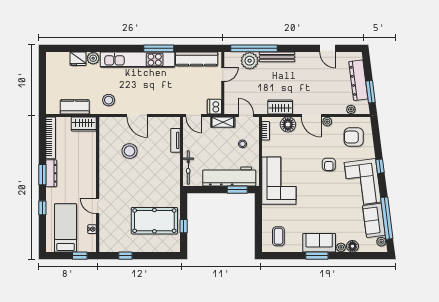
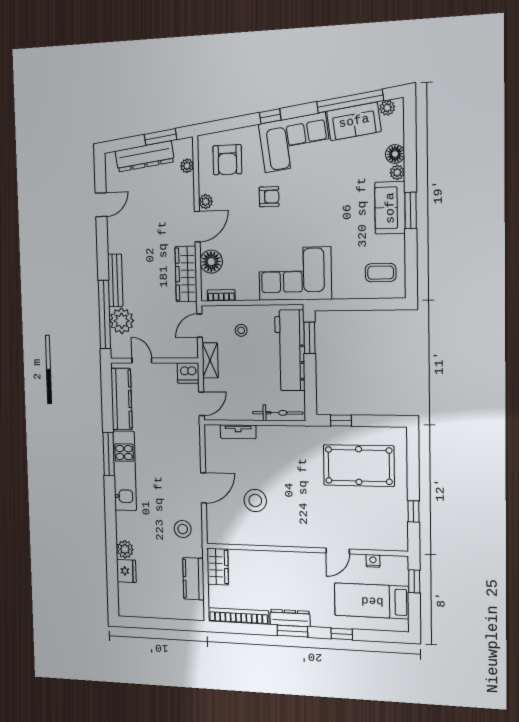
kitchen unit: (138, 60) -> (125, 471), width x0.73
wardrobe: (280, 107) -> (186, 274), width x1.50
pool table: (154, 221) -> (359, 466), turned 90
window: (184, 226) -> (341, 421), moved

